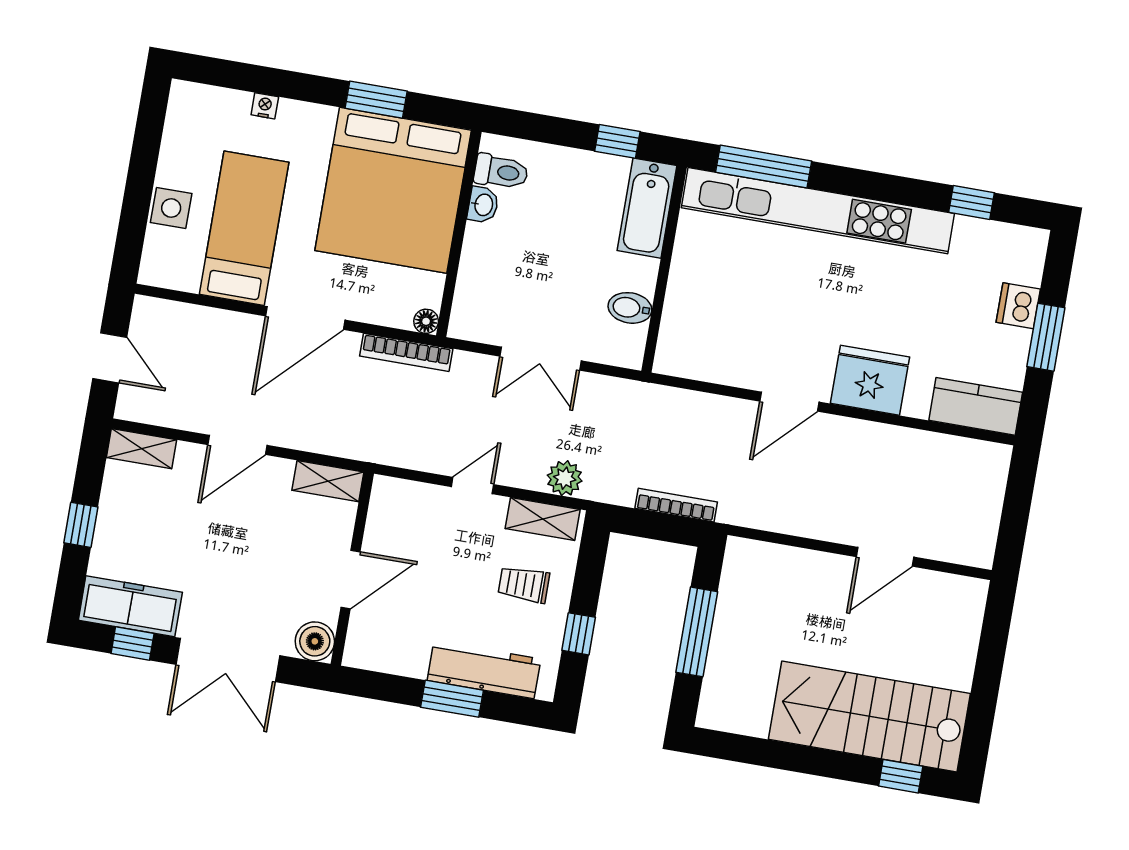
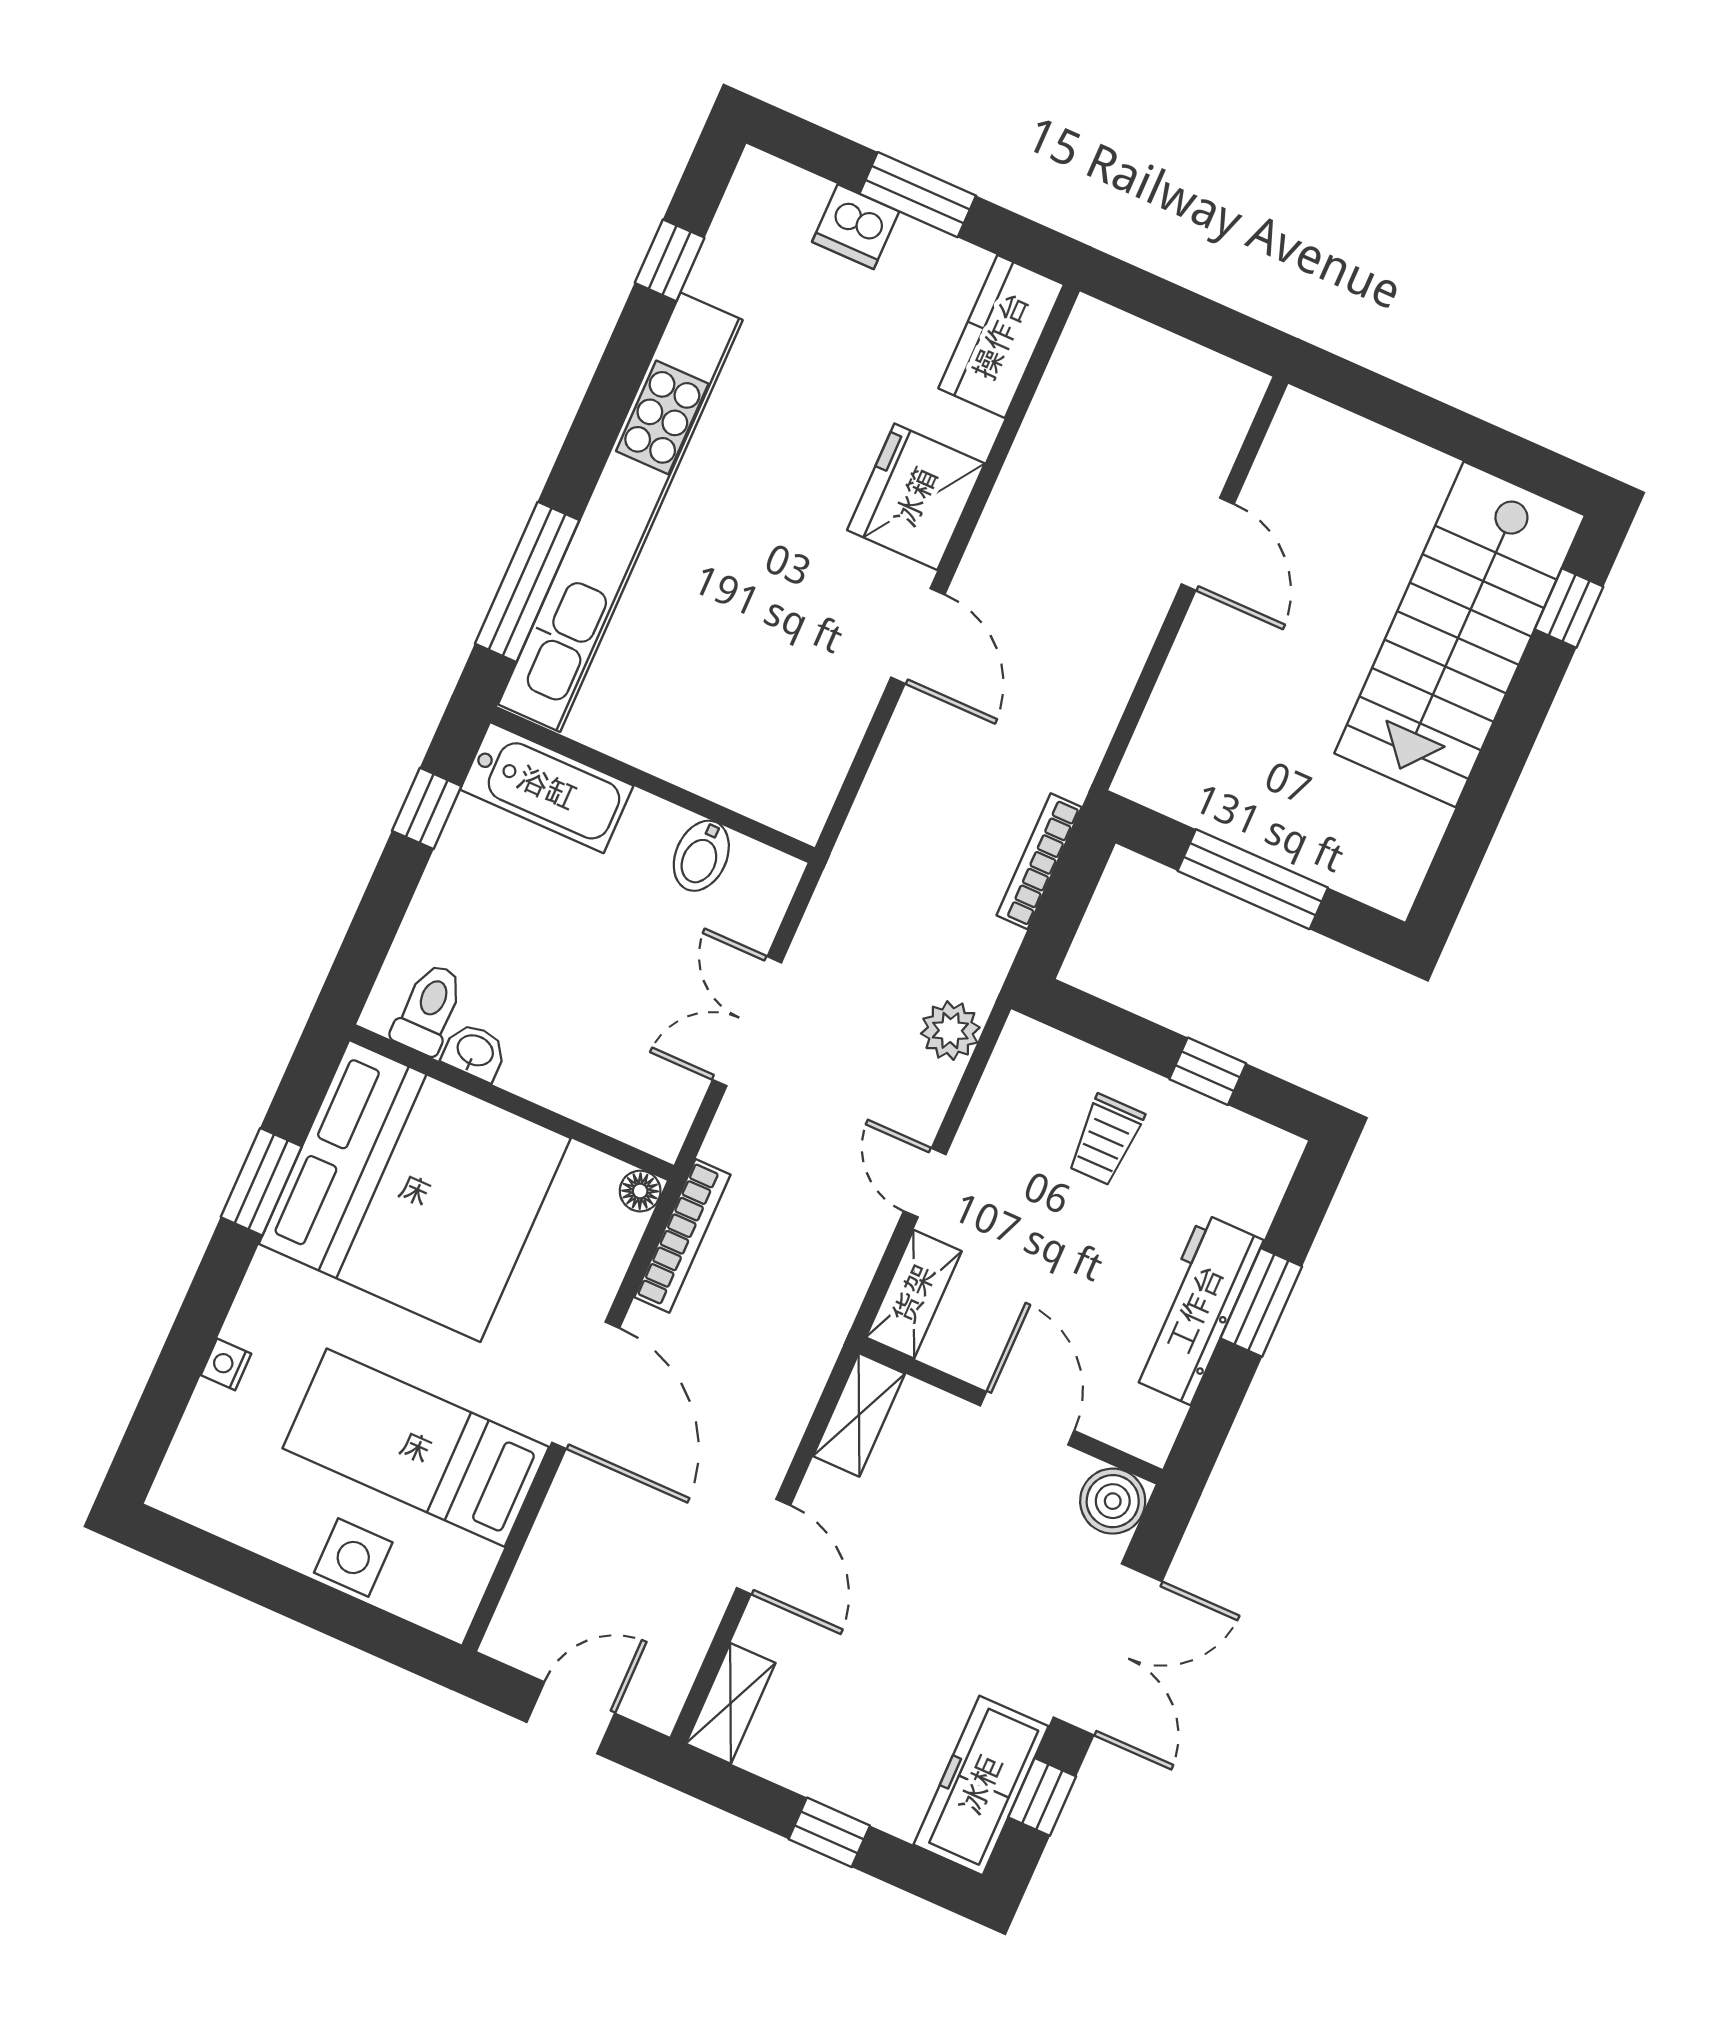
double door: (540, 359) -> (747, 1021), swing flipped
shelving: (543, 519) -> (914, 1294), moved
workbench: (484, 670) -> (1196, 1309), moved

